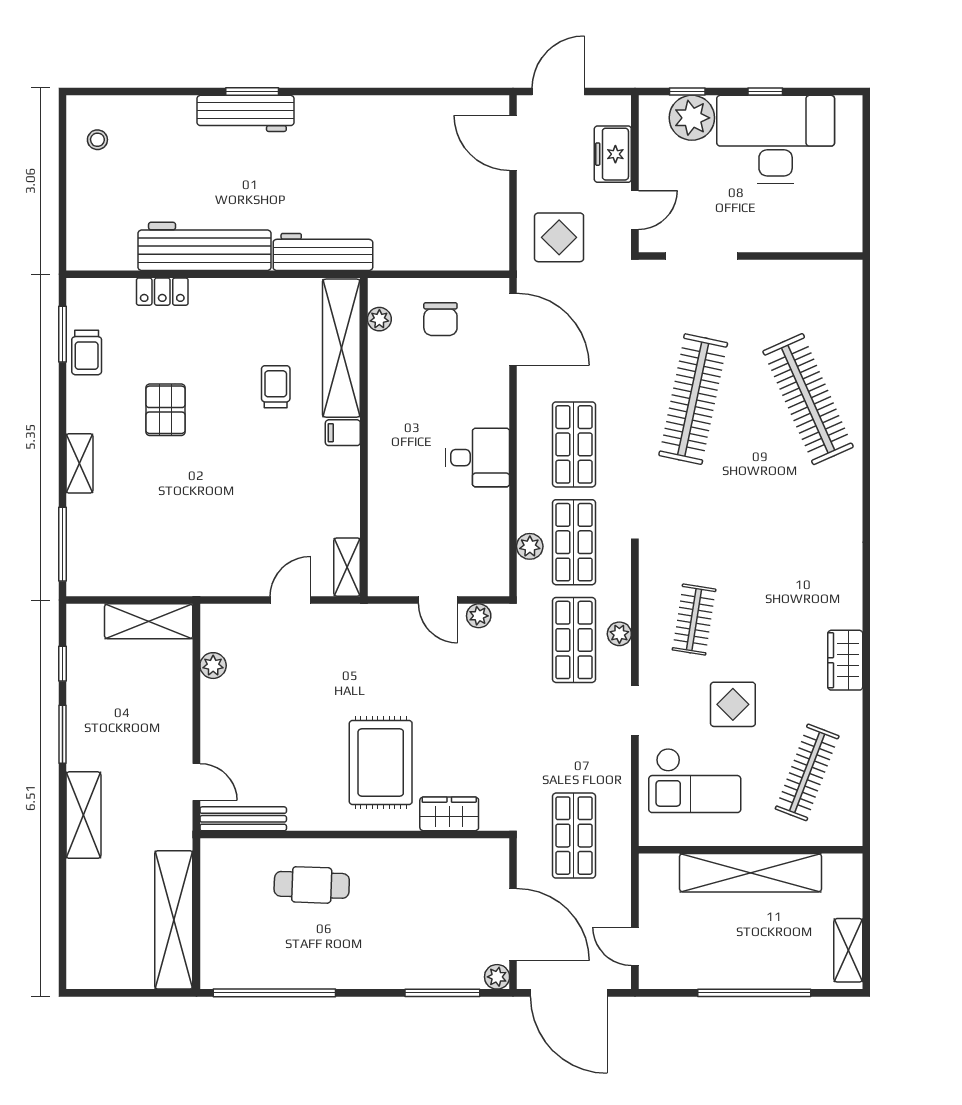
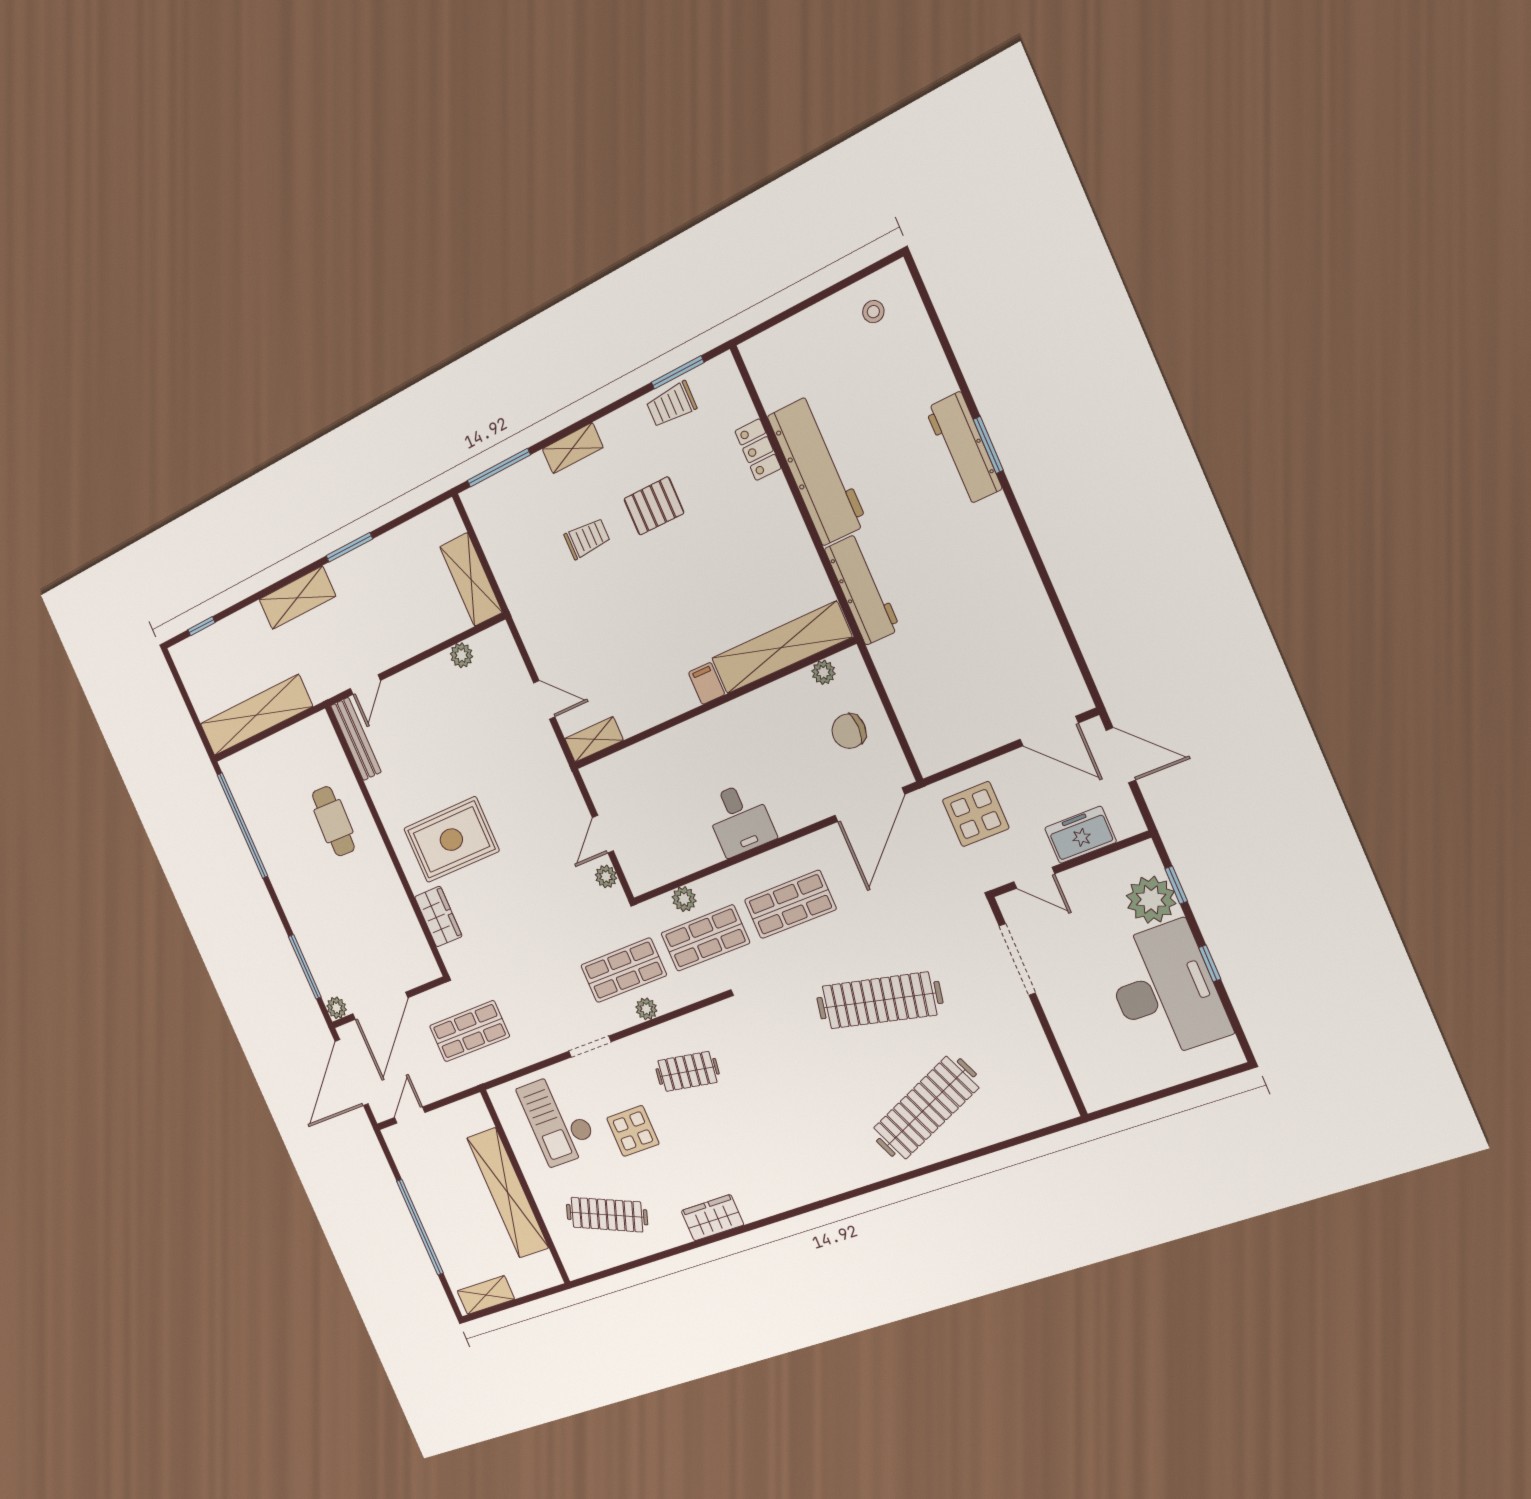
door: (513, 143) -> (1049, 731), swing flipped
trolley: (276, 387) -> (587, 538), moved
window: (62, 664) -> (201, 626), moved

